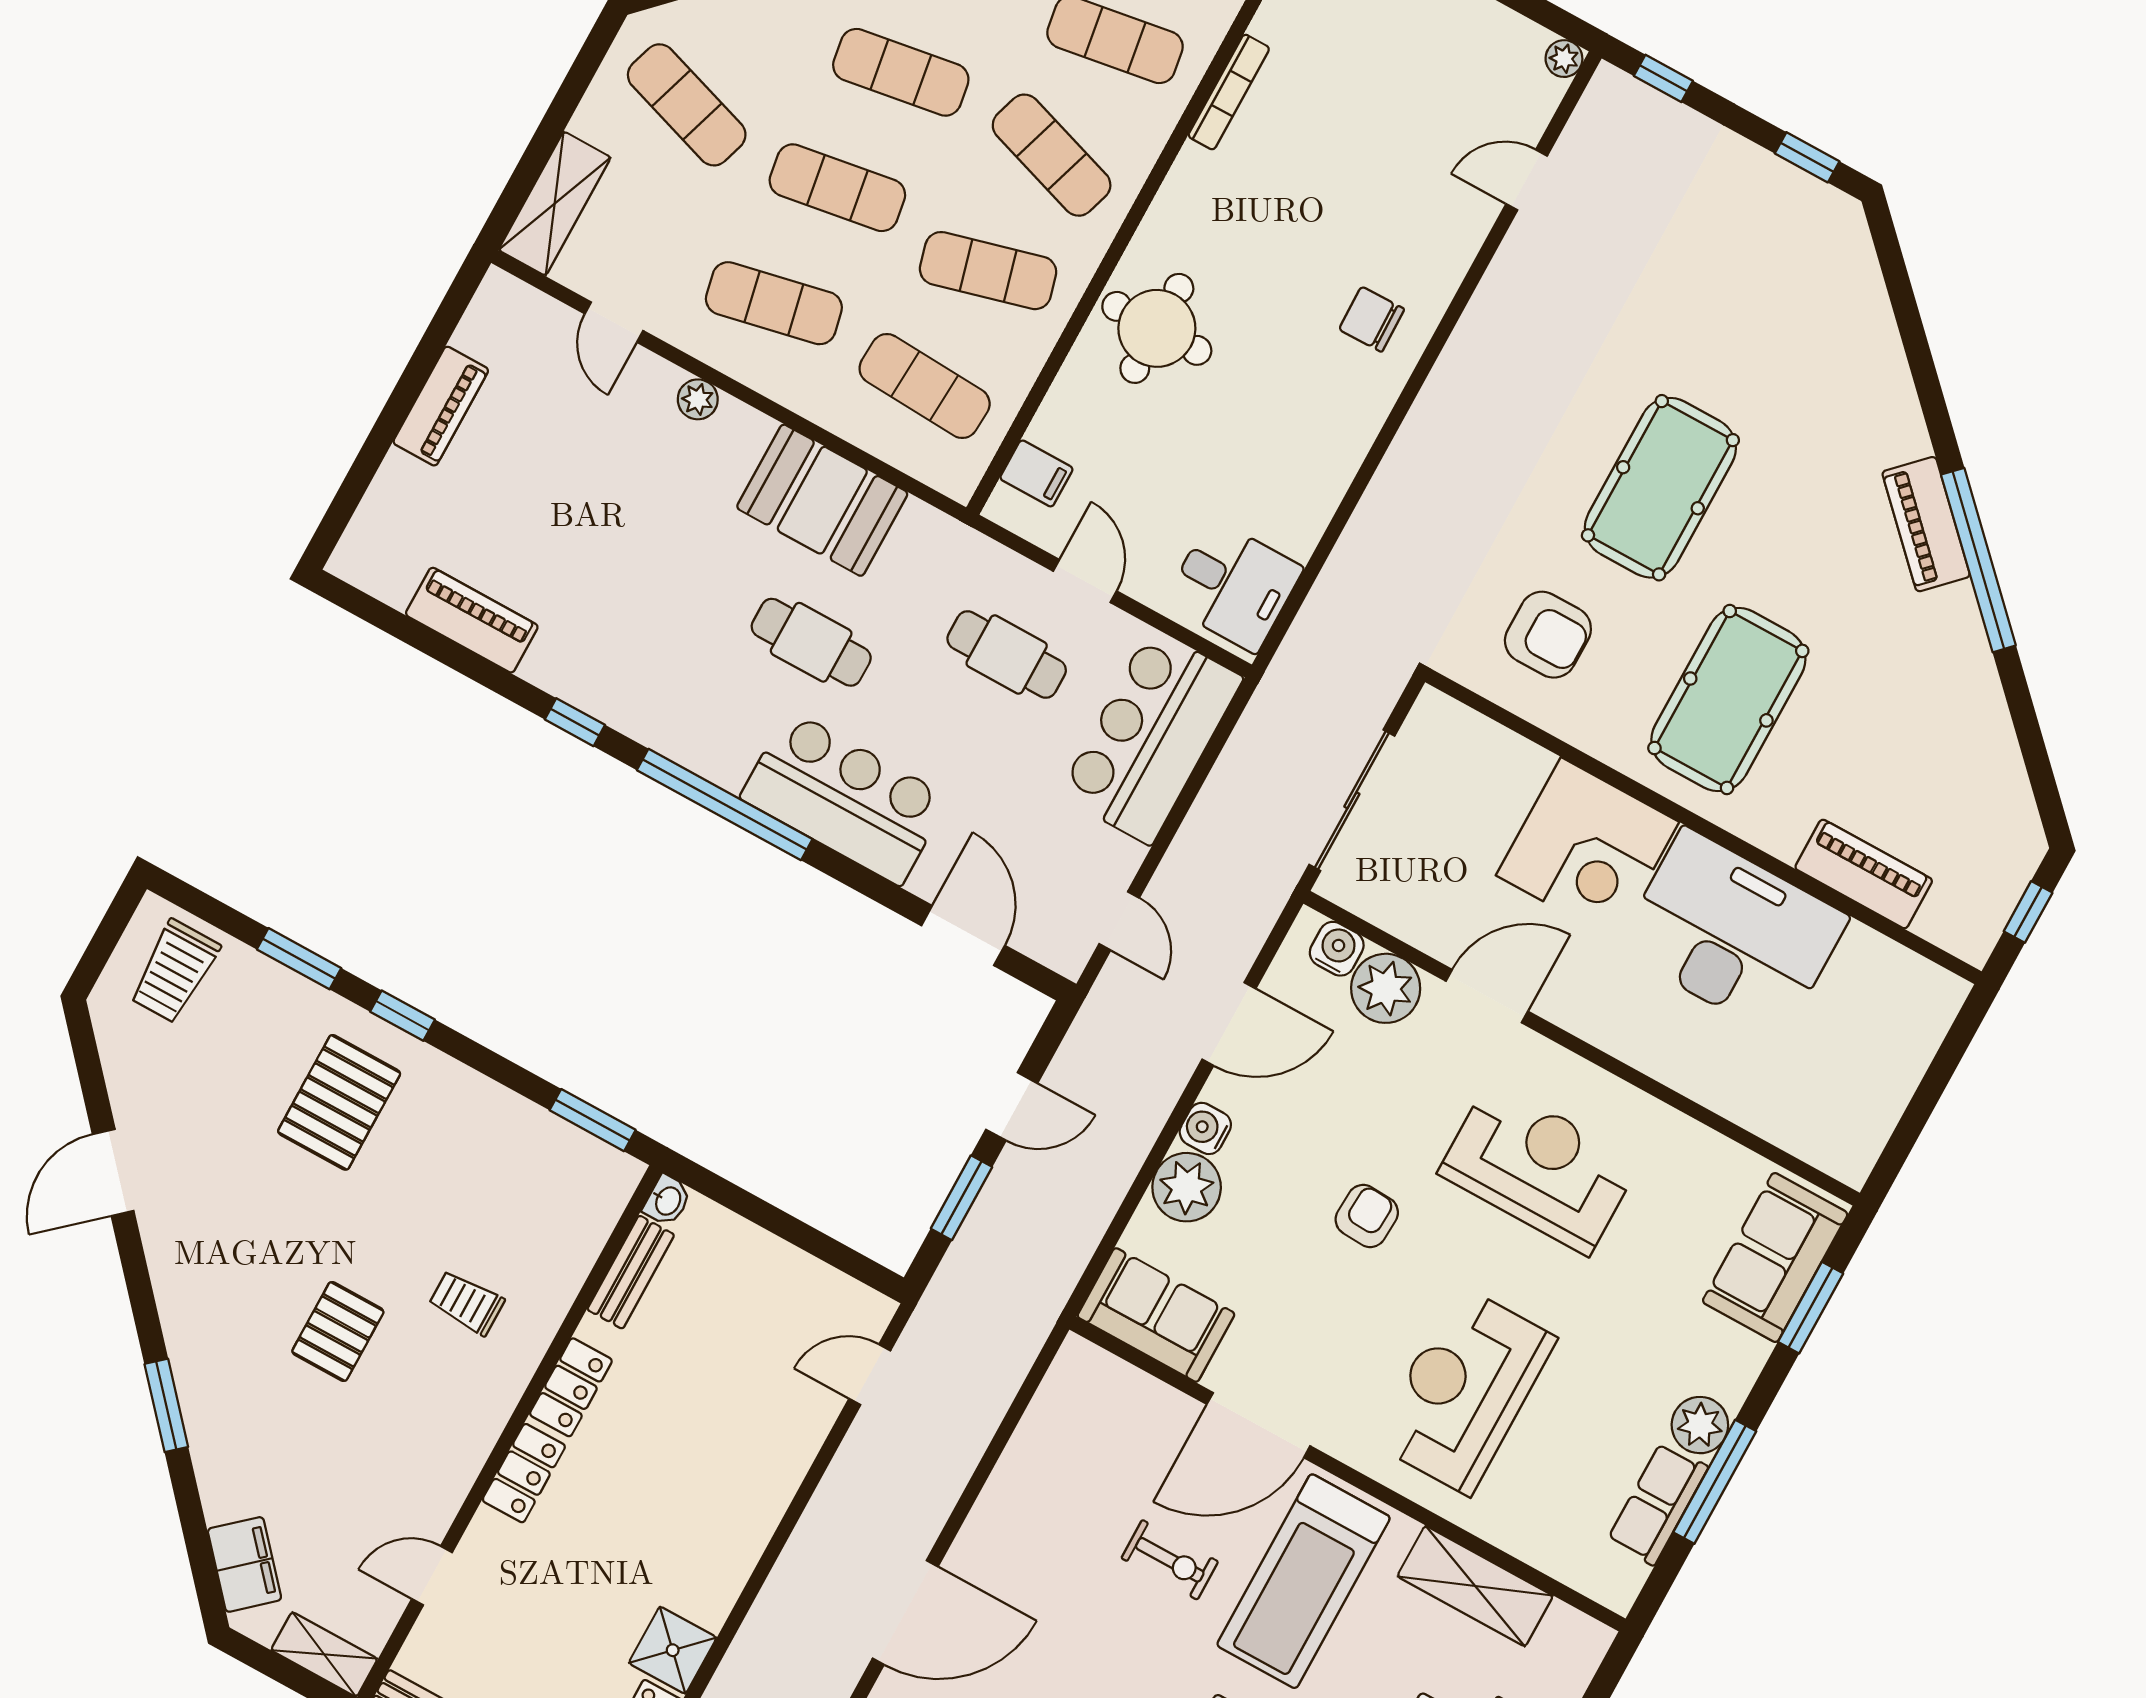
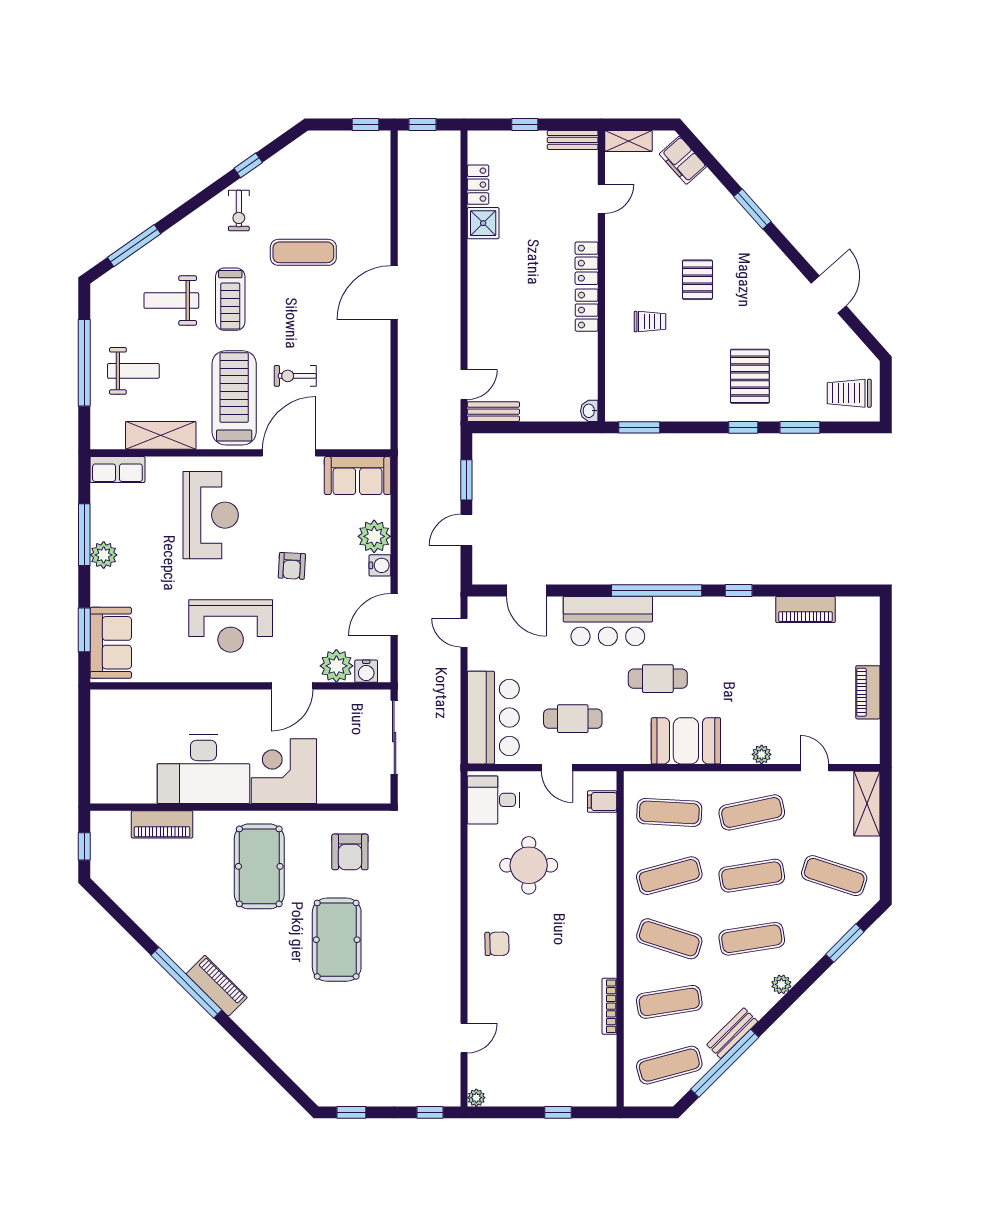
round table: (1157, 328) -> (529, 865), moved
armchair: (1548, 635) -> (350, 852), turned -90
trolley: (174, 971) -> (849, 393), turned -90
bench: (631, 1272) -> (493, 412), moved, turned 90
row of seats: (1658, 1504) -> (117, 470), moved, turned 90

